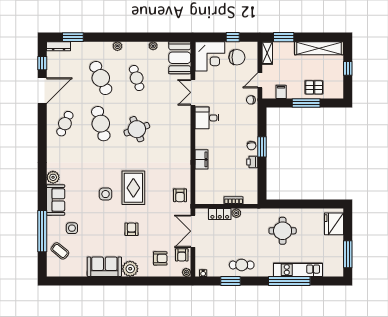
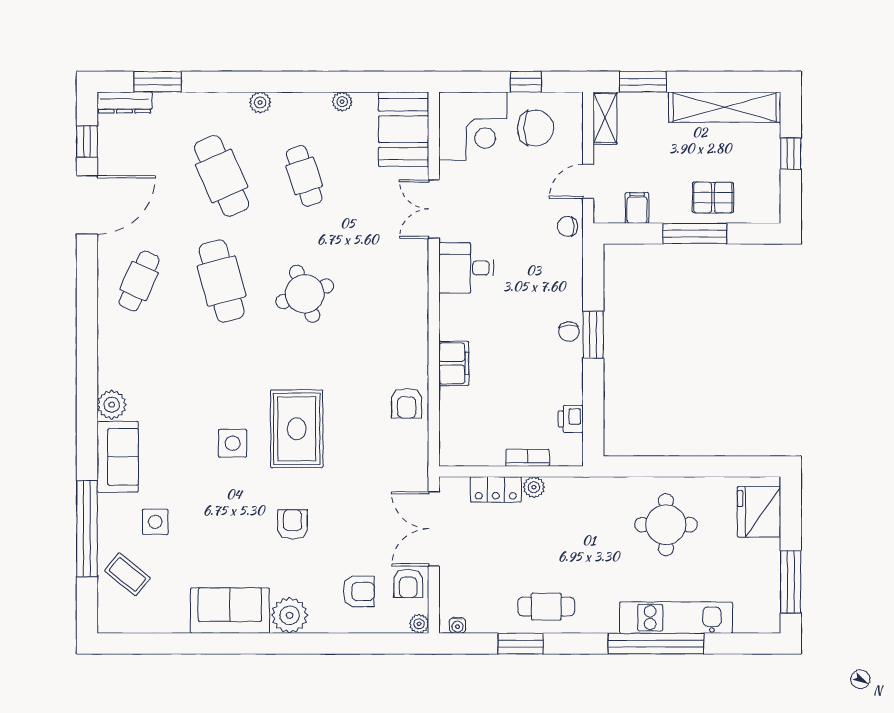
printer: (252, 162) -> (571, 419), moved
armchair: (180, 195) -> (407, 403), moved
round table: (283, 231) -> (666, 525), moved

